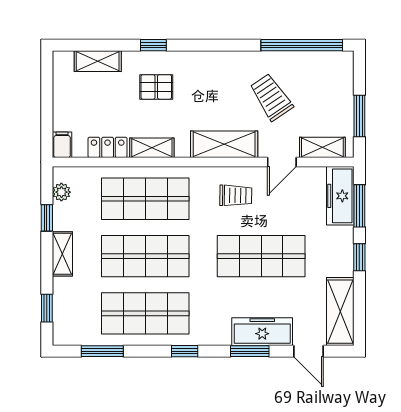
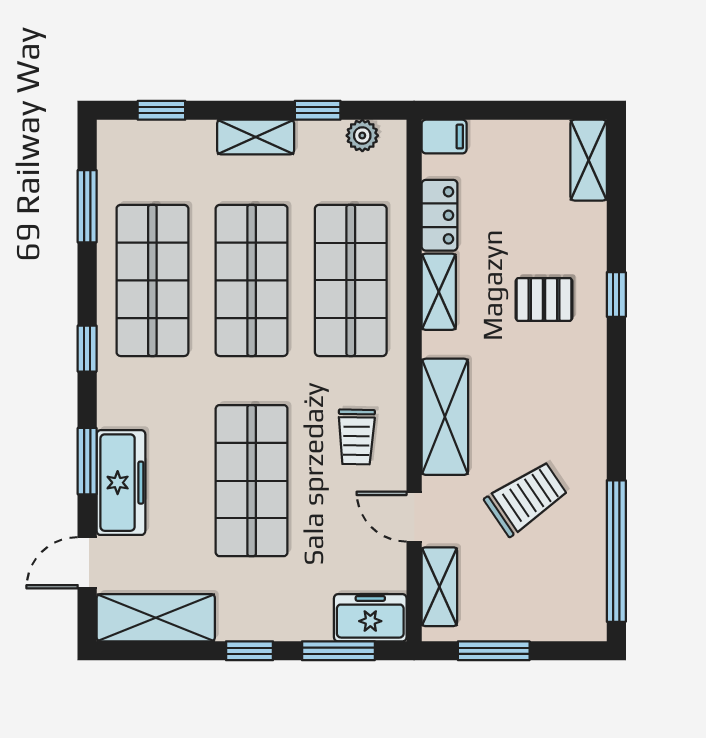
shelving: (98, 61) -> (589, 160), moved
pallet: (156, 87) -> (544, 299), turned 90
freezer: (340, 196) -> (370, 618), width x0.71

